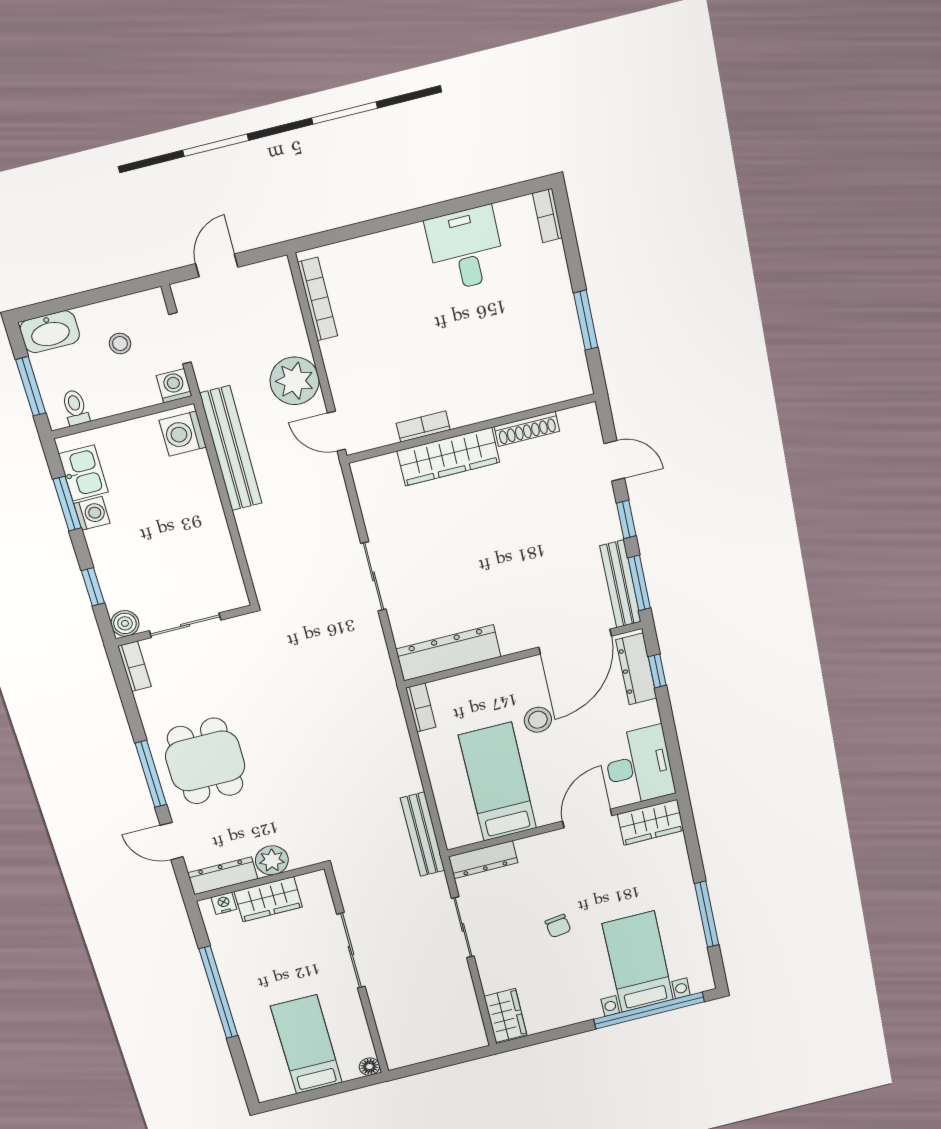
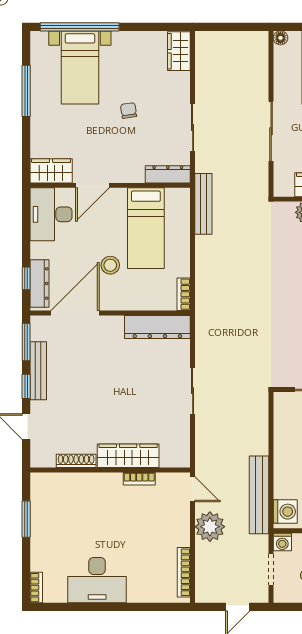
desk: (465, 249) -> (97, 580), width x1.37
bench: (620, 584) -> (38, 371), moved

